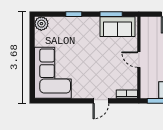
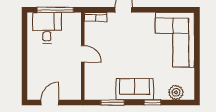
plant: (41, 24) -> (176, 92), moved
sofa: (117, 27) -> (135, 89), moved

